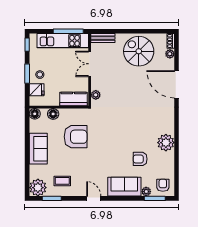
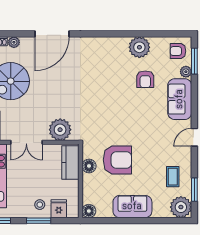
plant: (96, 95) -> (60, 130), width x1.88, depth x1.88
floor lamp: (53, 114) -> (89, 166), moved
armchair: (76, 137) -> (117, 160), turned 90
plant: (166, 143) -> (139, 47), moved

